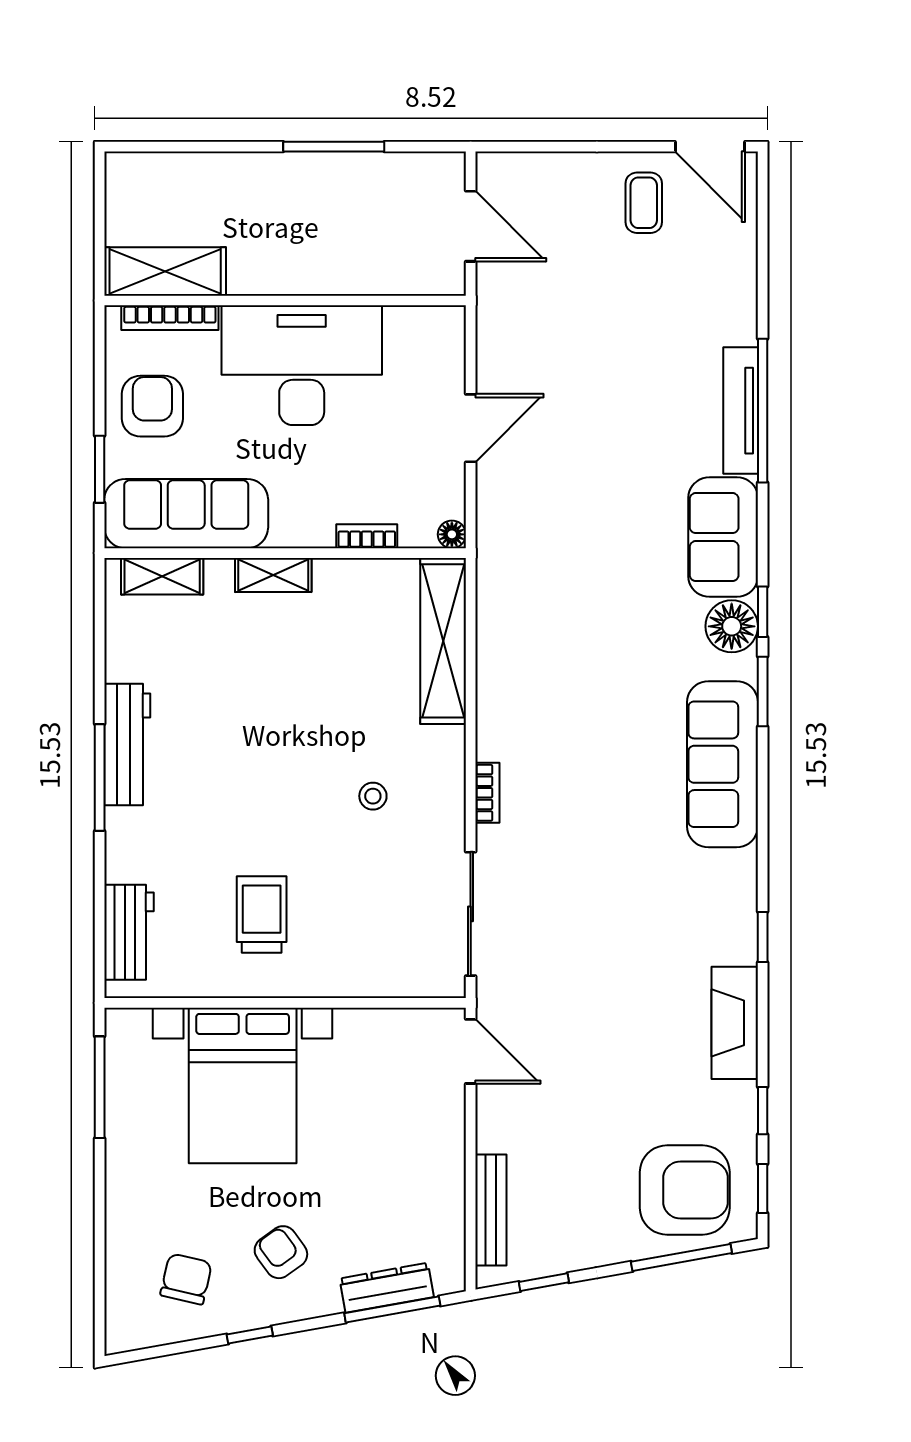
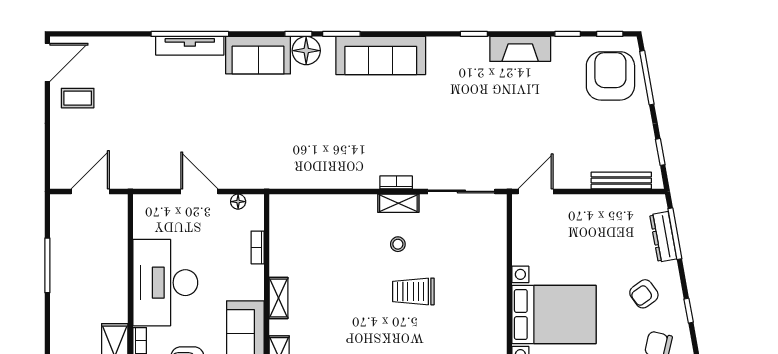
floor lamp: (452, 534) -> (238, 202), moved
shelving: (443, 641) -> (398, 203), moved, width x0.45, depth x0.75
trolley: (262, 915) -> (413, 291), moved

